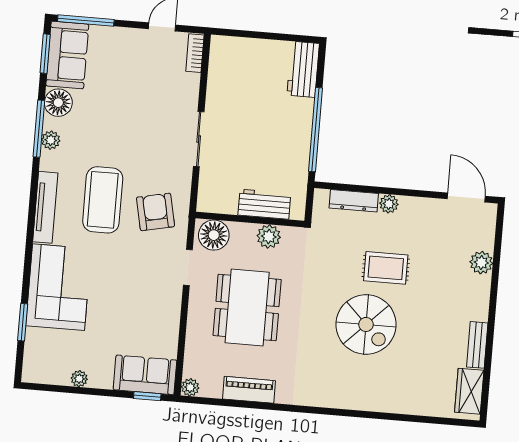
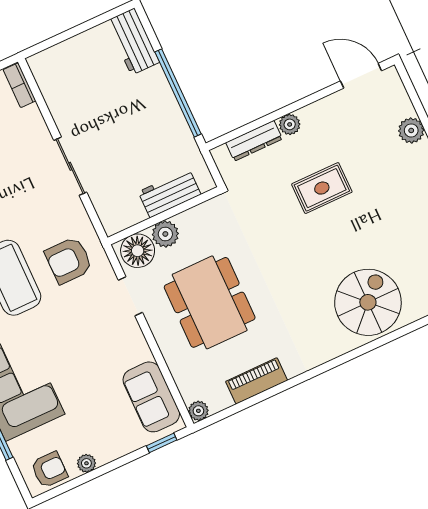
armchair: (156, 212) -> (69, 260), turned -78
plant: (269, 236) -> (165, 234), moved
spiral stairs: (366, 324) -> (368, 302), moved, turned -90
armchair: (47, 367) -> (49, 470), added
sofa: (145, 375) -> (151, 397), moved, turned -90

